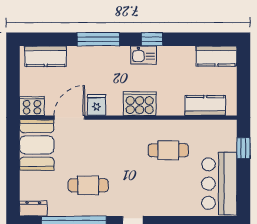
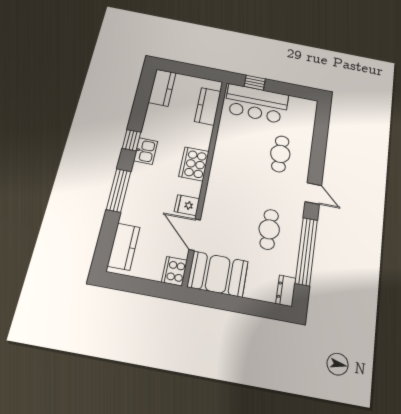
cafe table: (168, 150) -> (280, 154), moved
bar counter: (219, 184) -> (256, 104), moved

